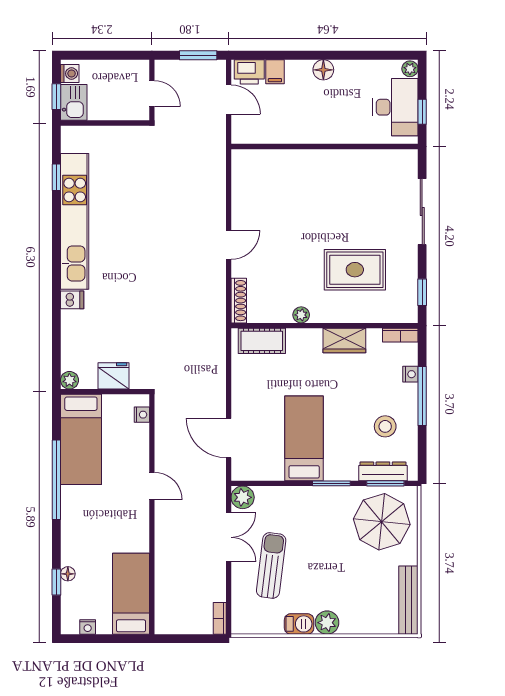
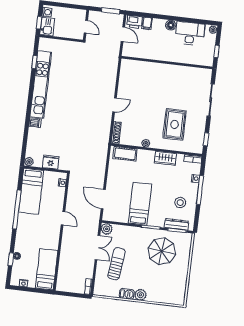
desk: (395, 107) -> (190, 33), moved, turned -90
rug: (355, 270) -> (175, 124), turned 90
parasol: (382, 522) -> (162, 251), moved
bench: (408, 600) -> (181, 289), removed

